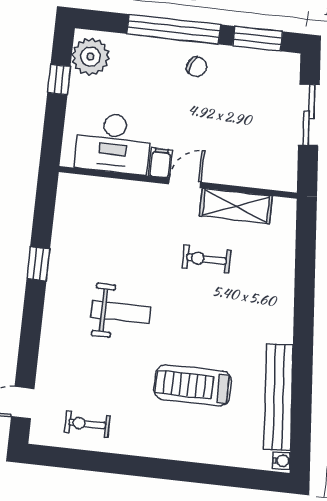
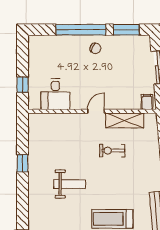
plant: (91, 57) -> (38, 49), removed
window: (59, 80) -> (23, 85), moved
desk: (113, 143) -> (55, 94), width x0.73
filing cabinet: (160, 163) -> (147, 102), moved

